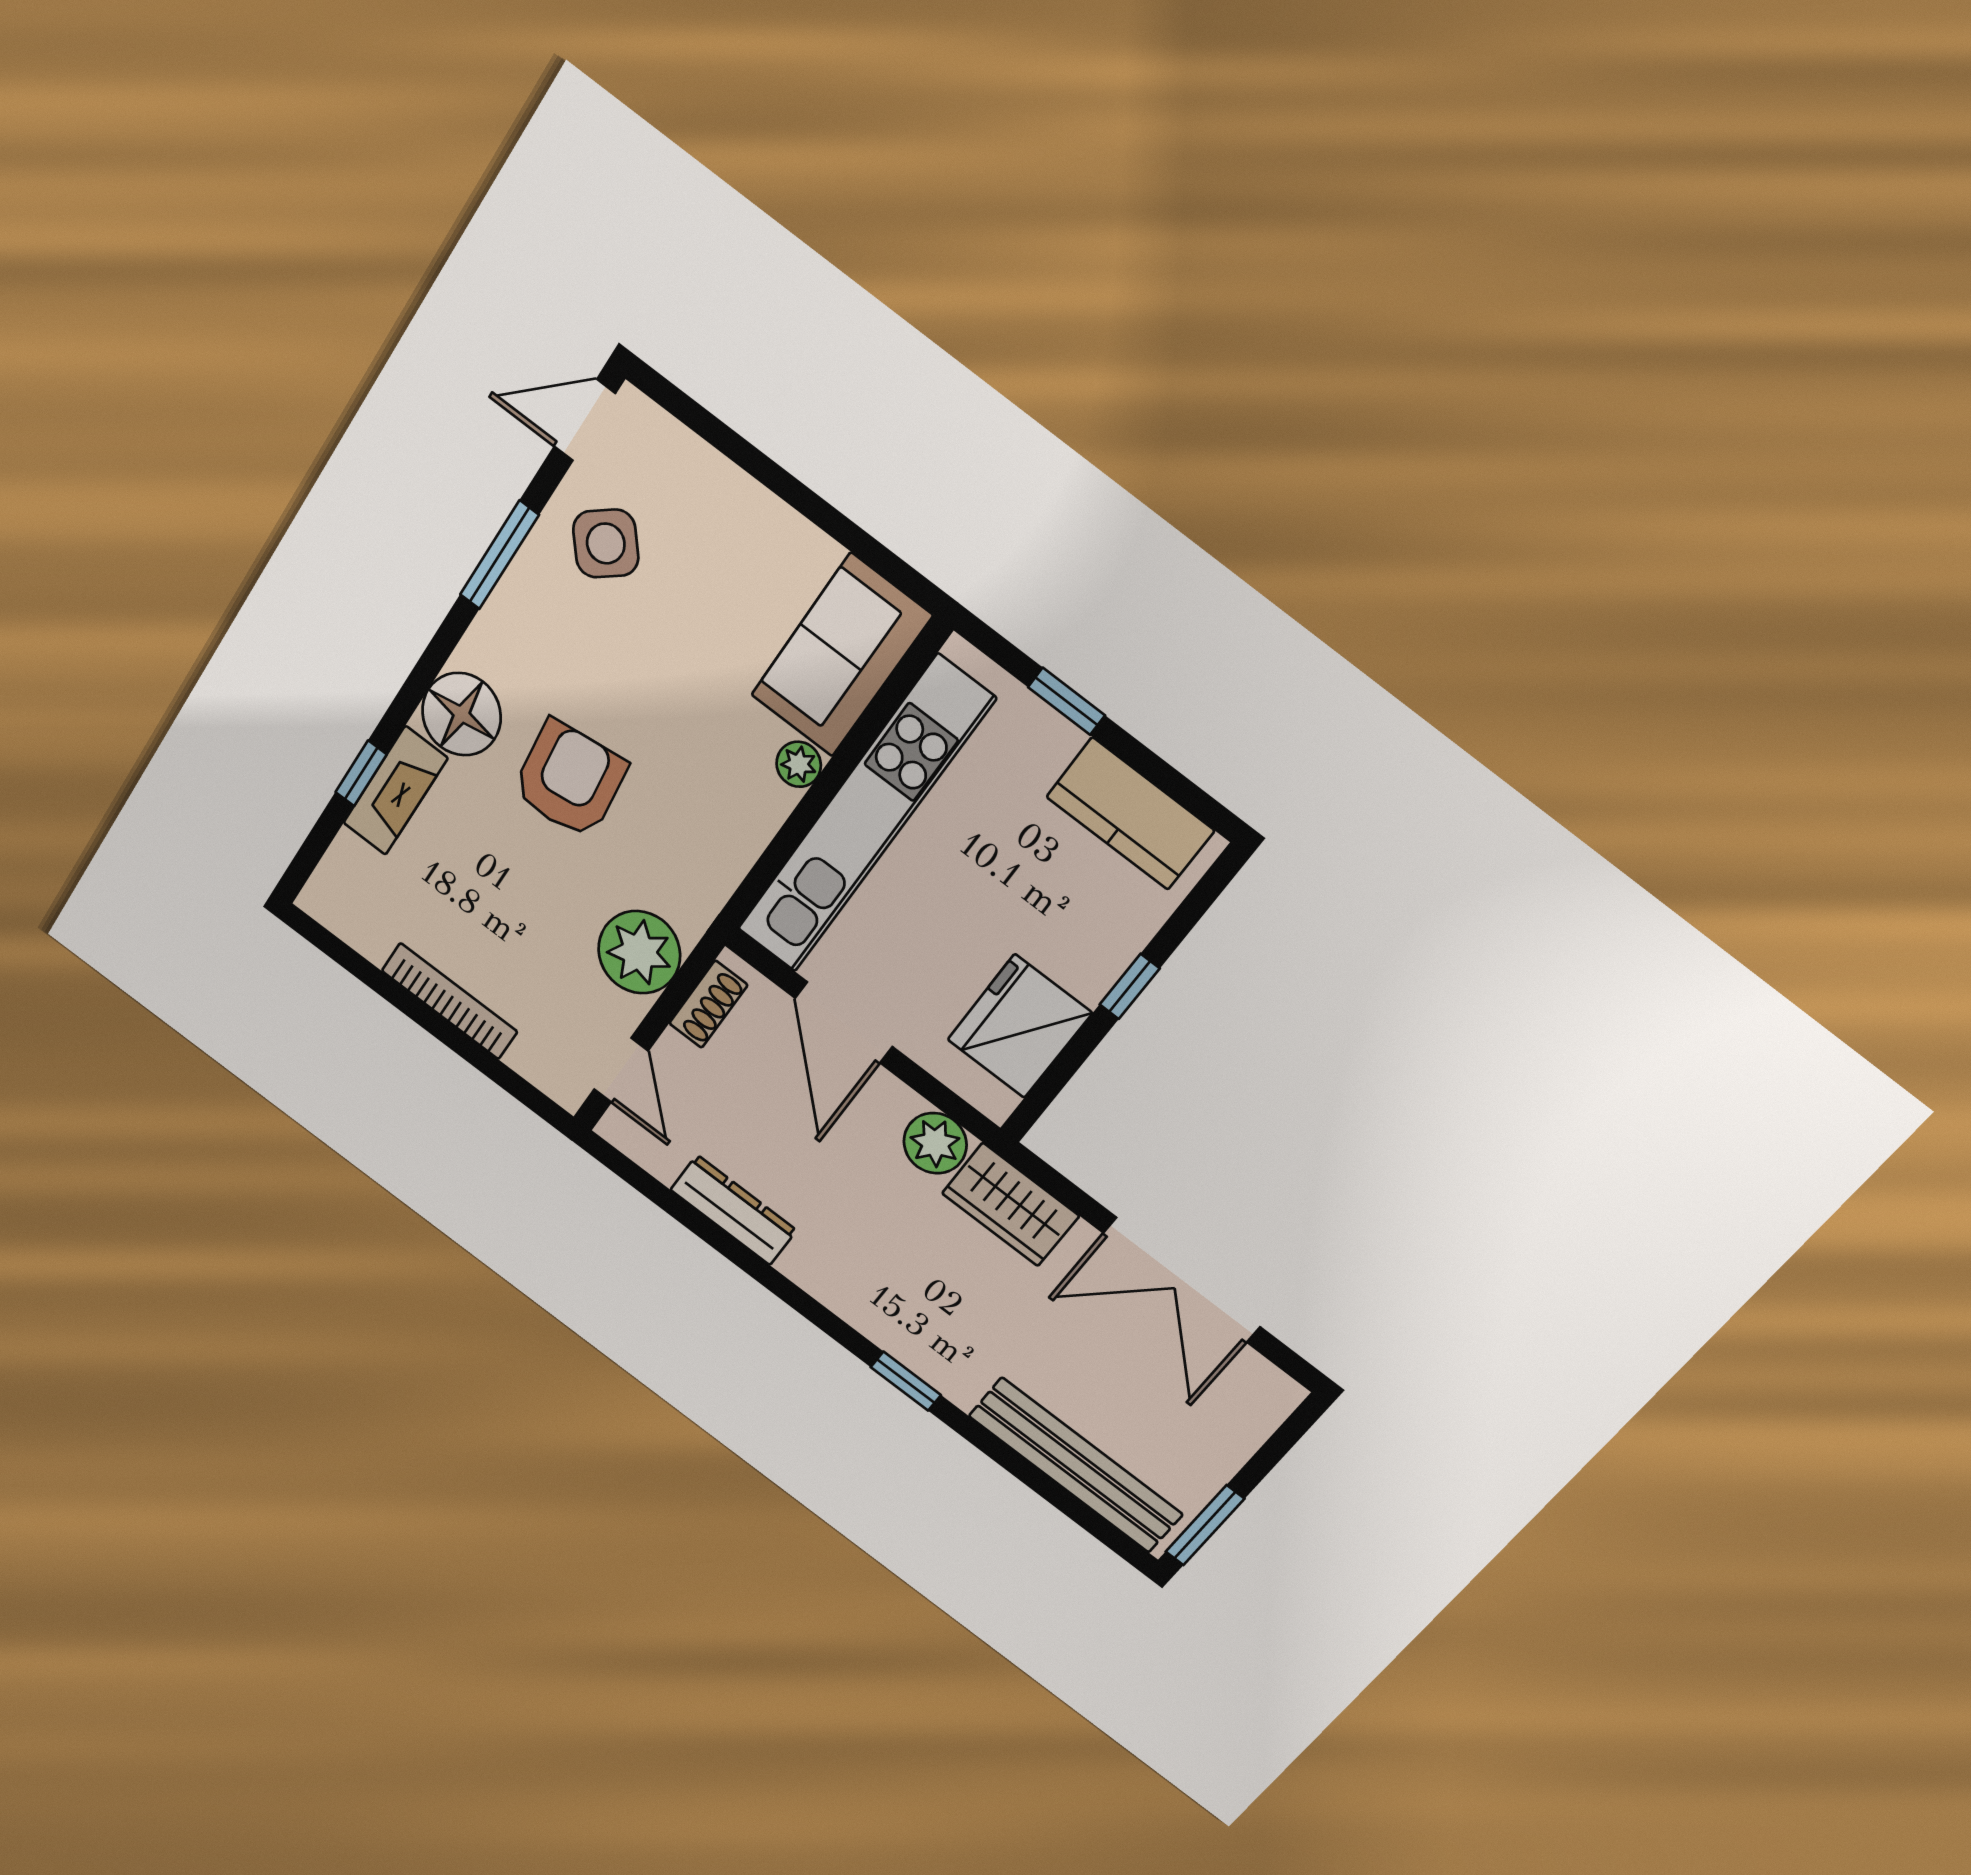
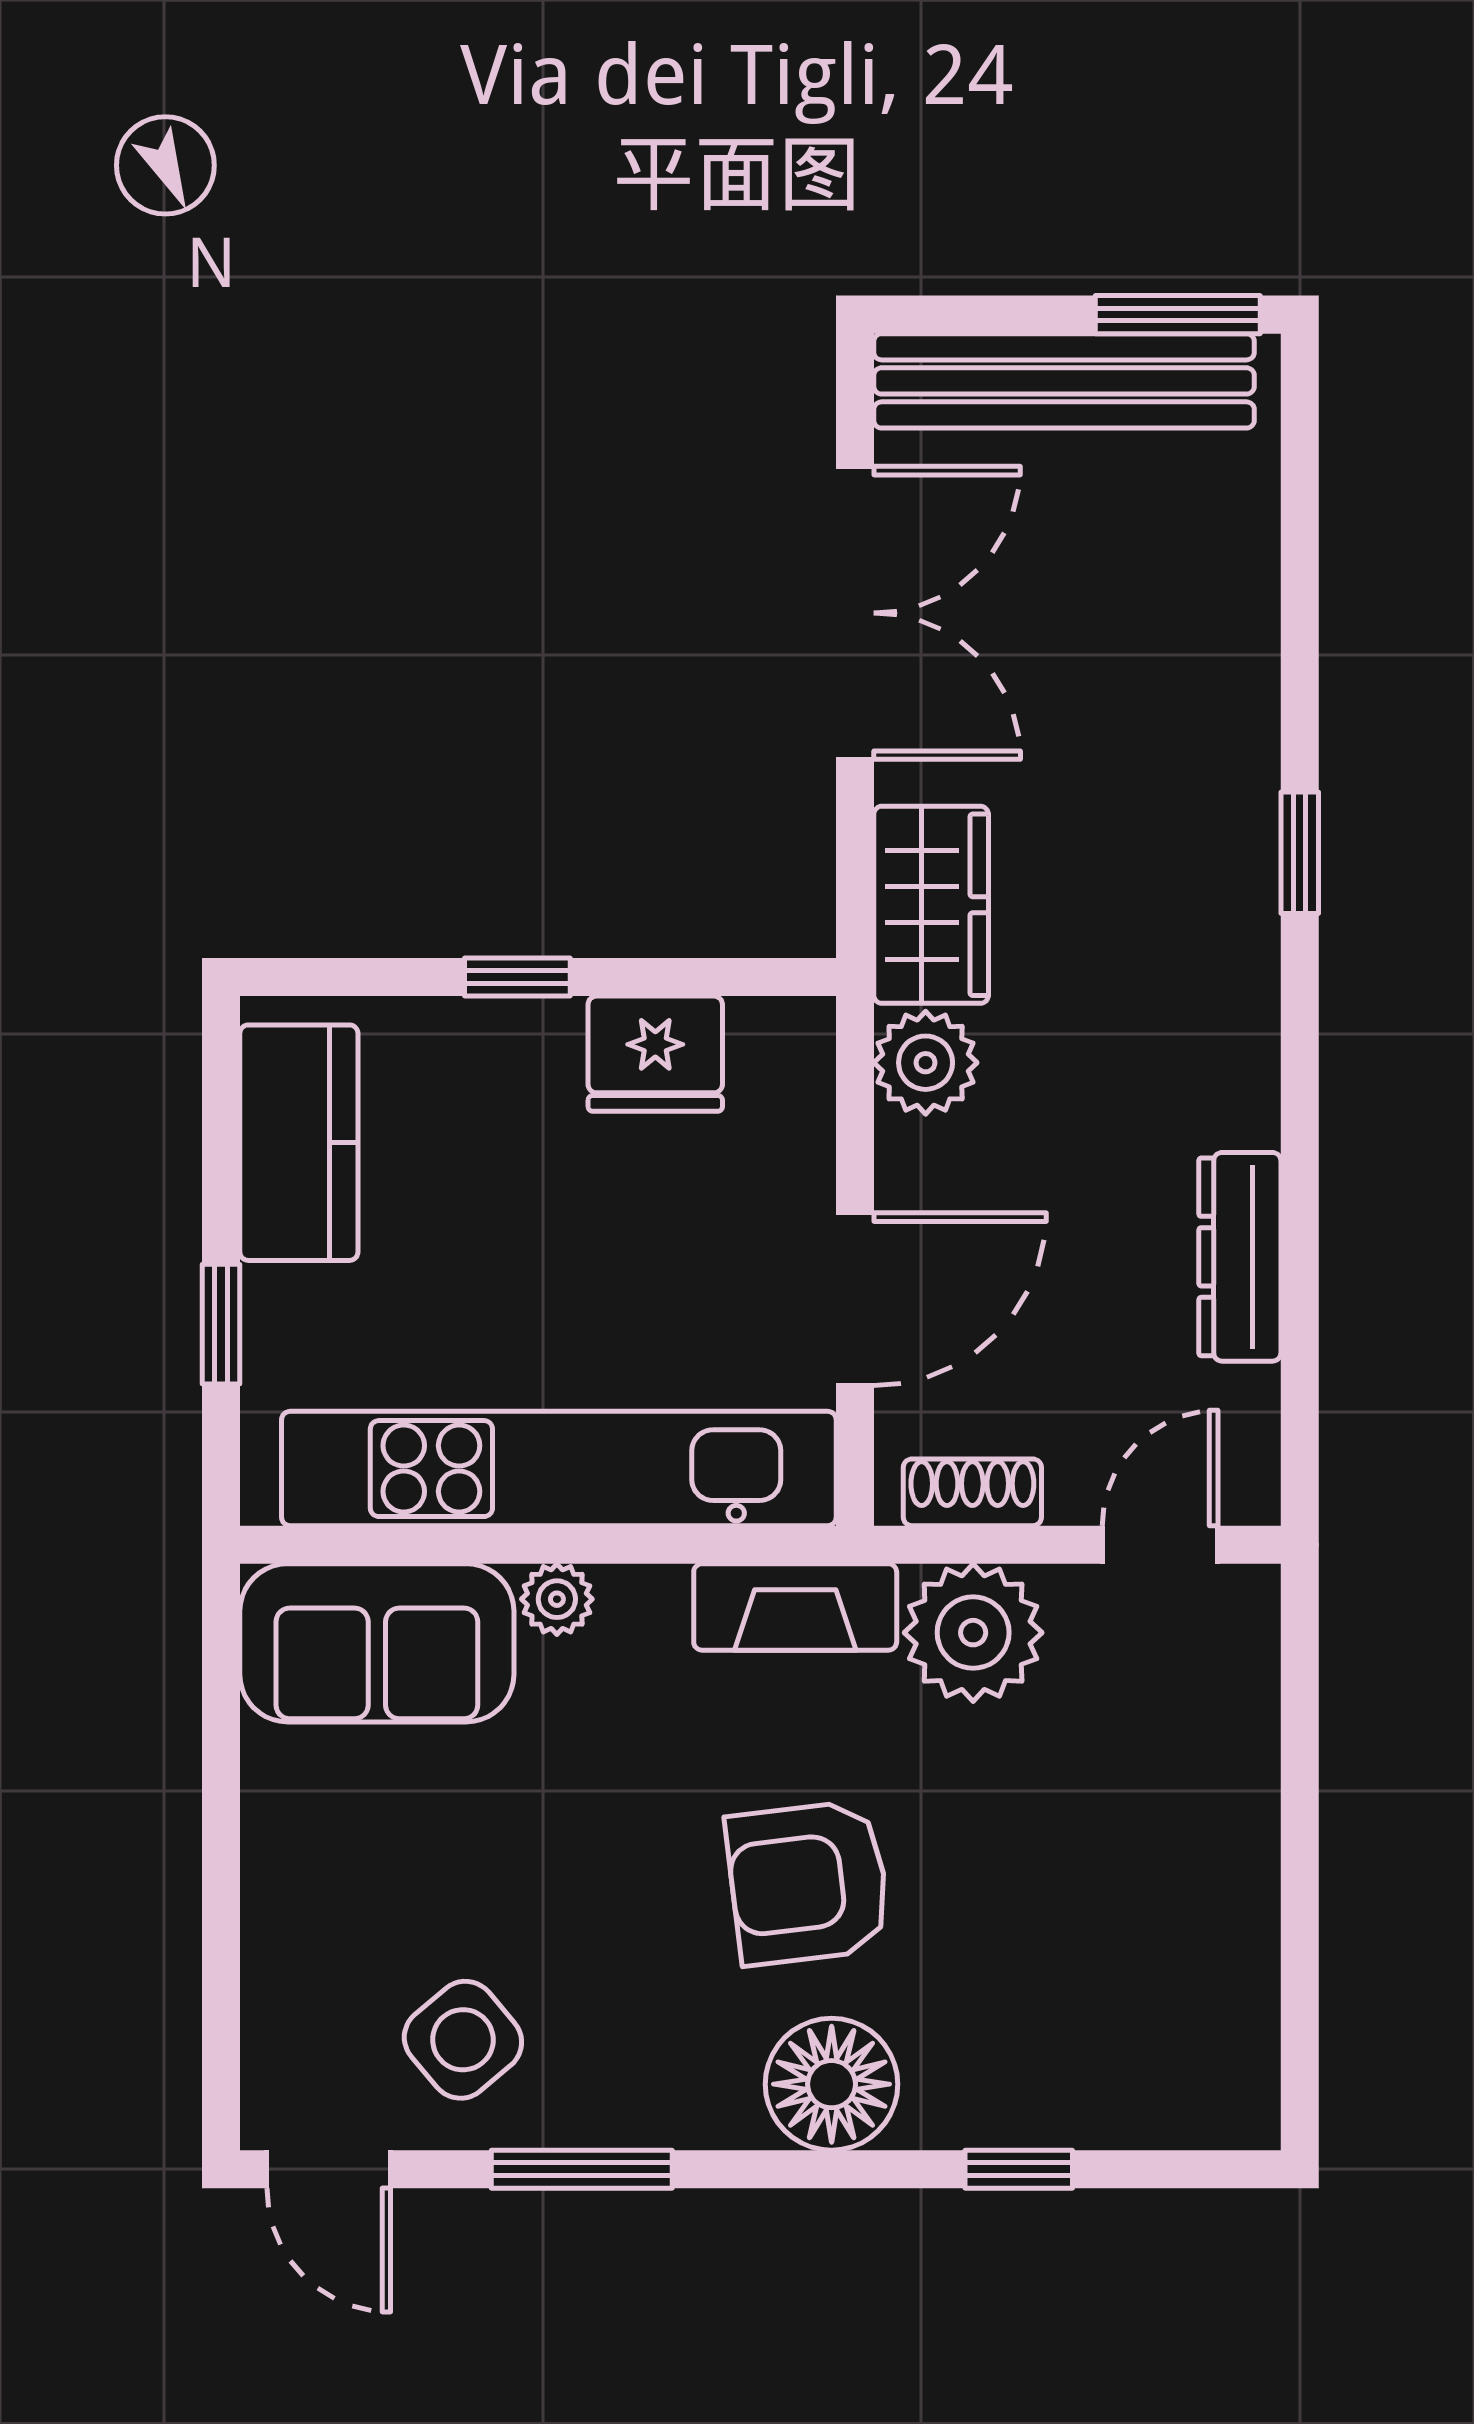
fireplace: (395, 791) -> (795, 1607), moved, turned 180
bookcase: (450, 1001) -> (1250, 1843), removed
fridge: (1020, 1026) -> (655, 1054), width x0.73, depth x0.75
bench: (1076, 1465) -> (1064, 381), moved, turned 90

